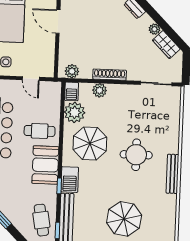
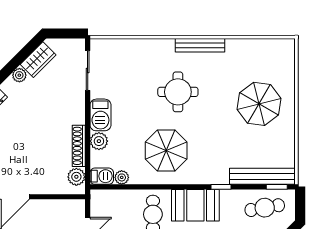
shoe rack: (110, 75) -> (79, 146), moved
plant: (75, 112) -> (122, 177), width x0.53, depth x0.53
barbecue: (70, 180) -> (100, 115), moved, turned 90

